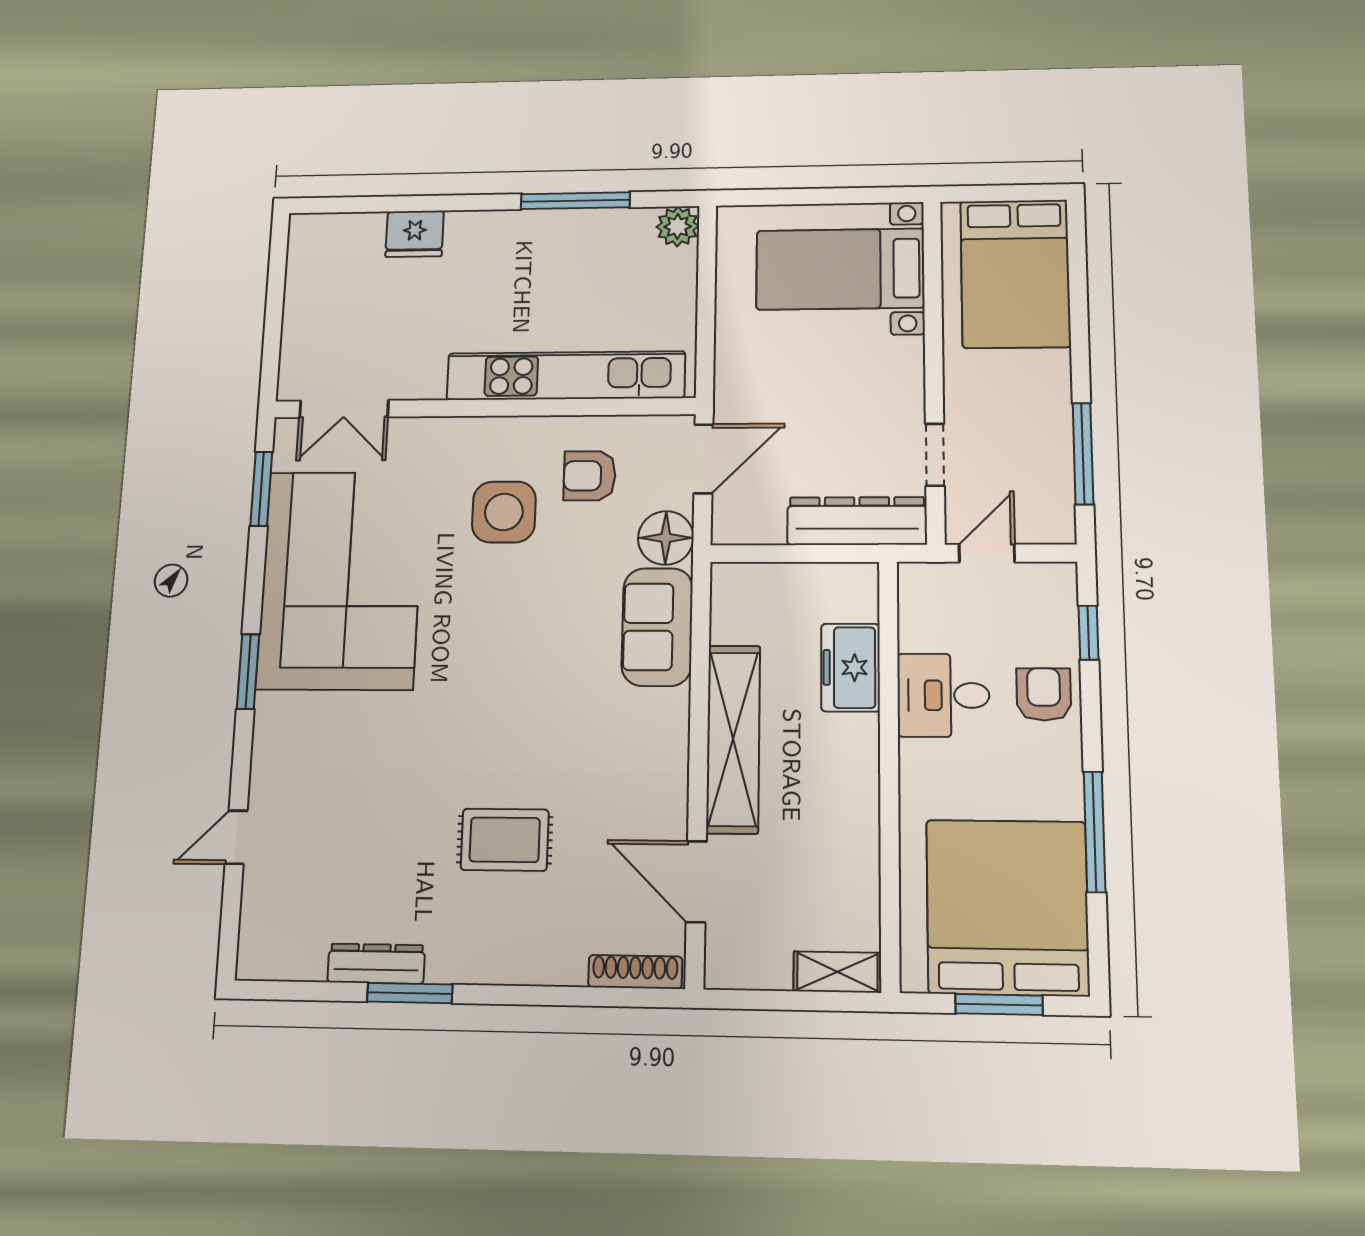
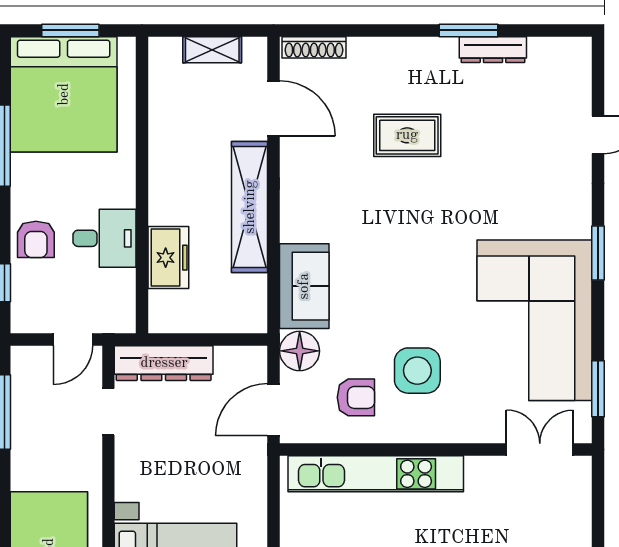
shelving: (837, 972) -> (212, 50), moved

